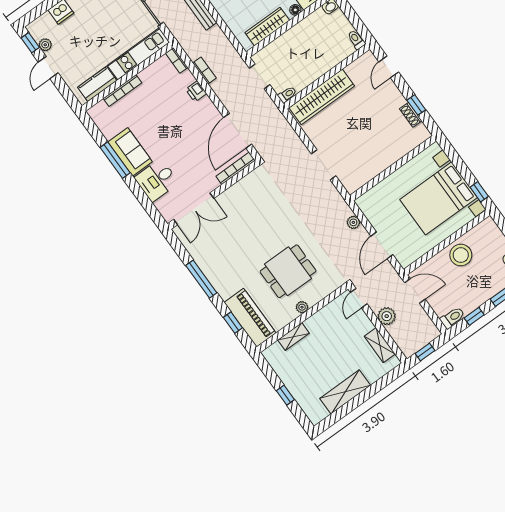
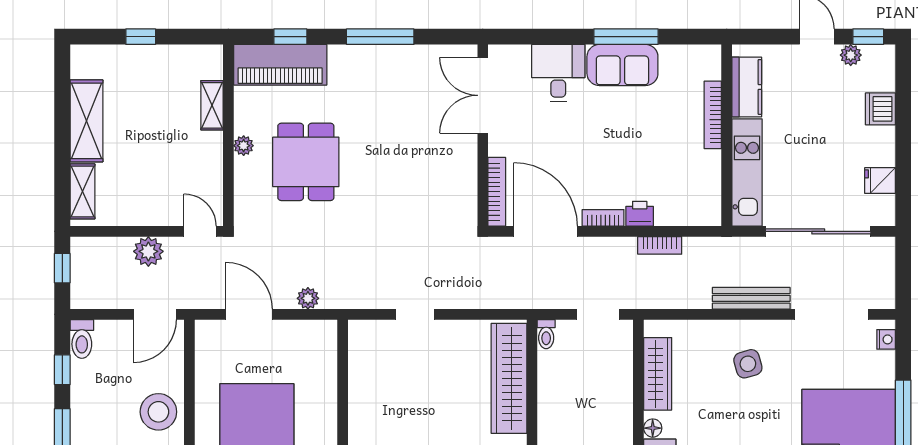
bookcase: (177, 60) -> (603, 218), moved
doorway: (324, 165) -> (415, 314), width x0.73
shelving: (380, 345) -> (82, 191), moved, turned 90

